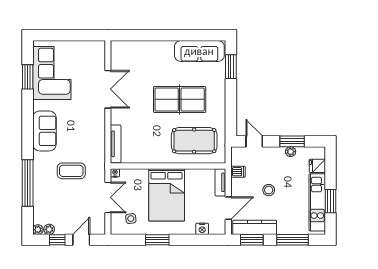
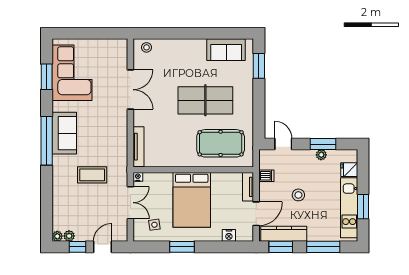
stool: (123, 49) -> (147, 47), added
sofa: (199, 51) -> (226, 50), width x0.73
window: (28, 183) -> (47, 141), moved

